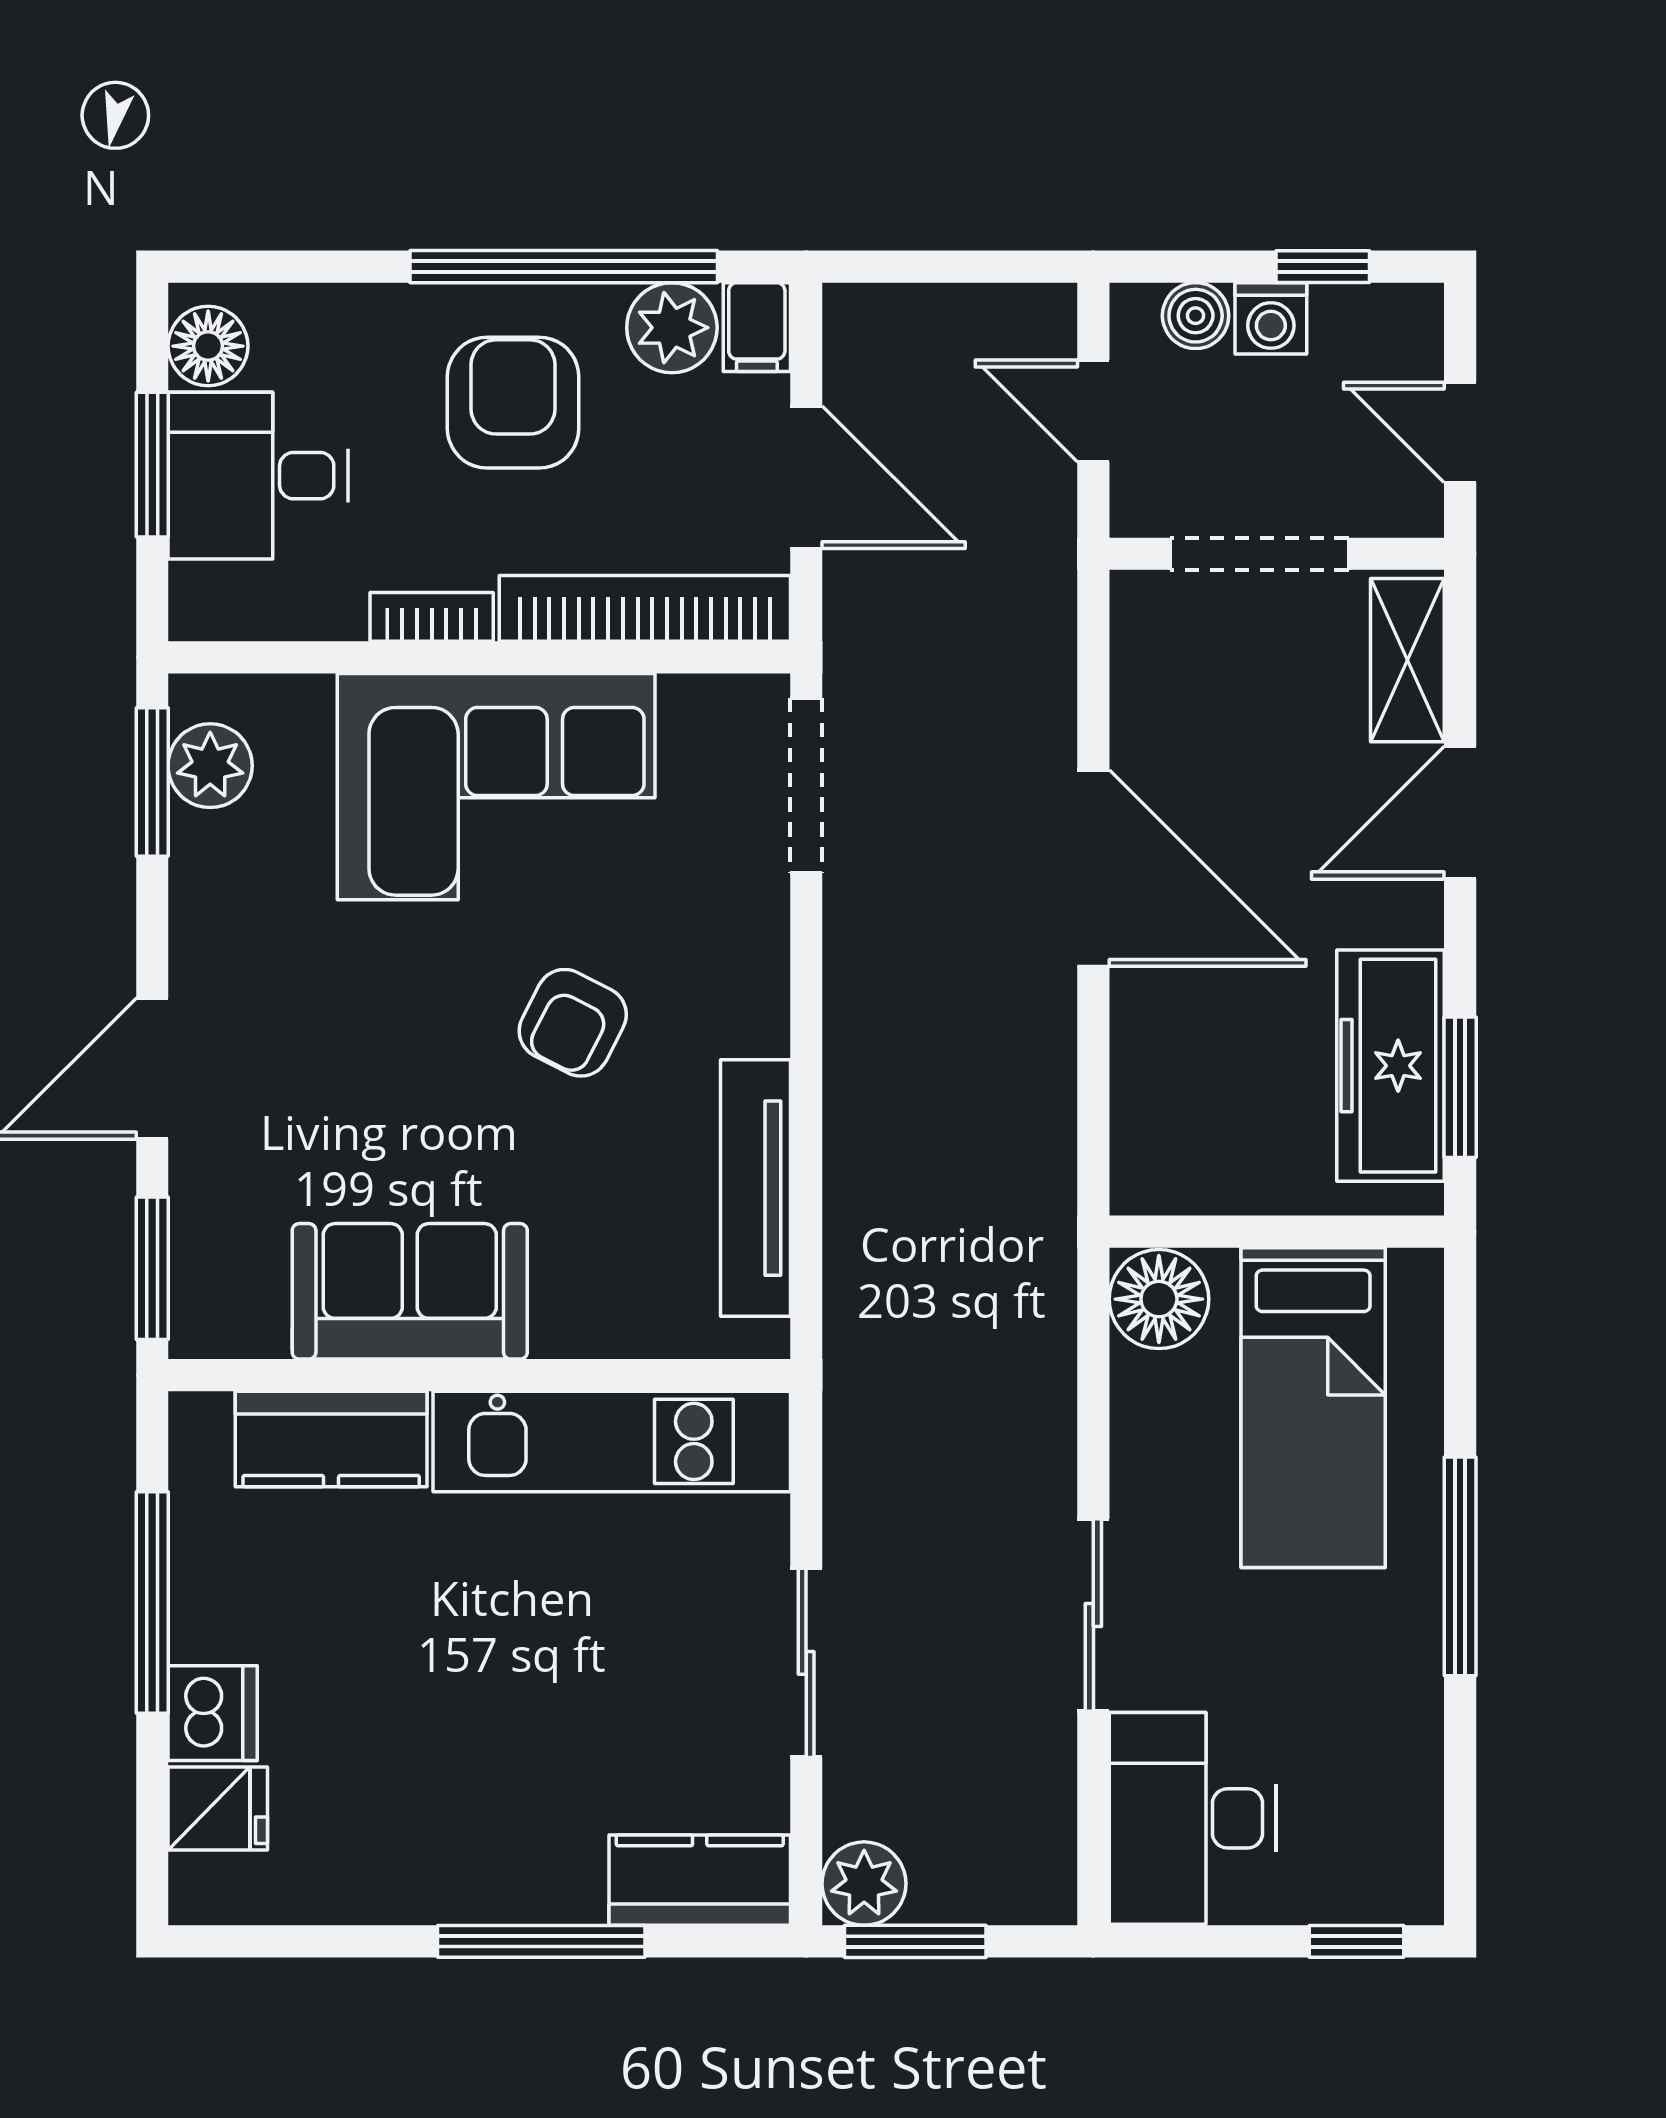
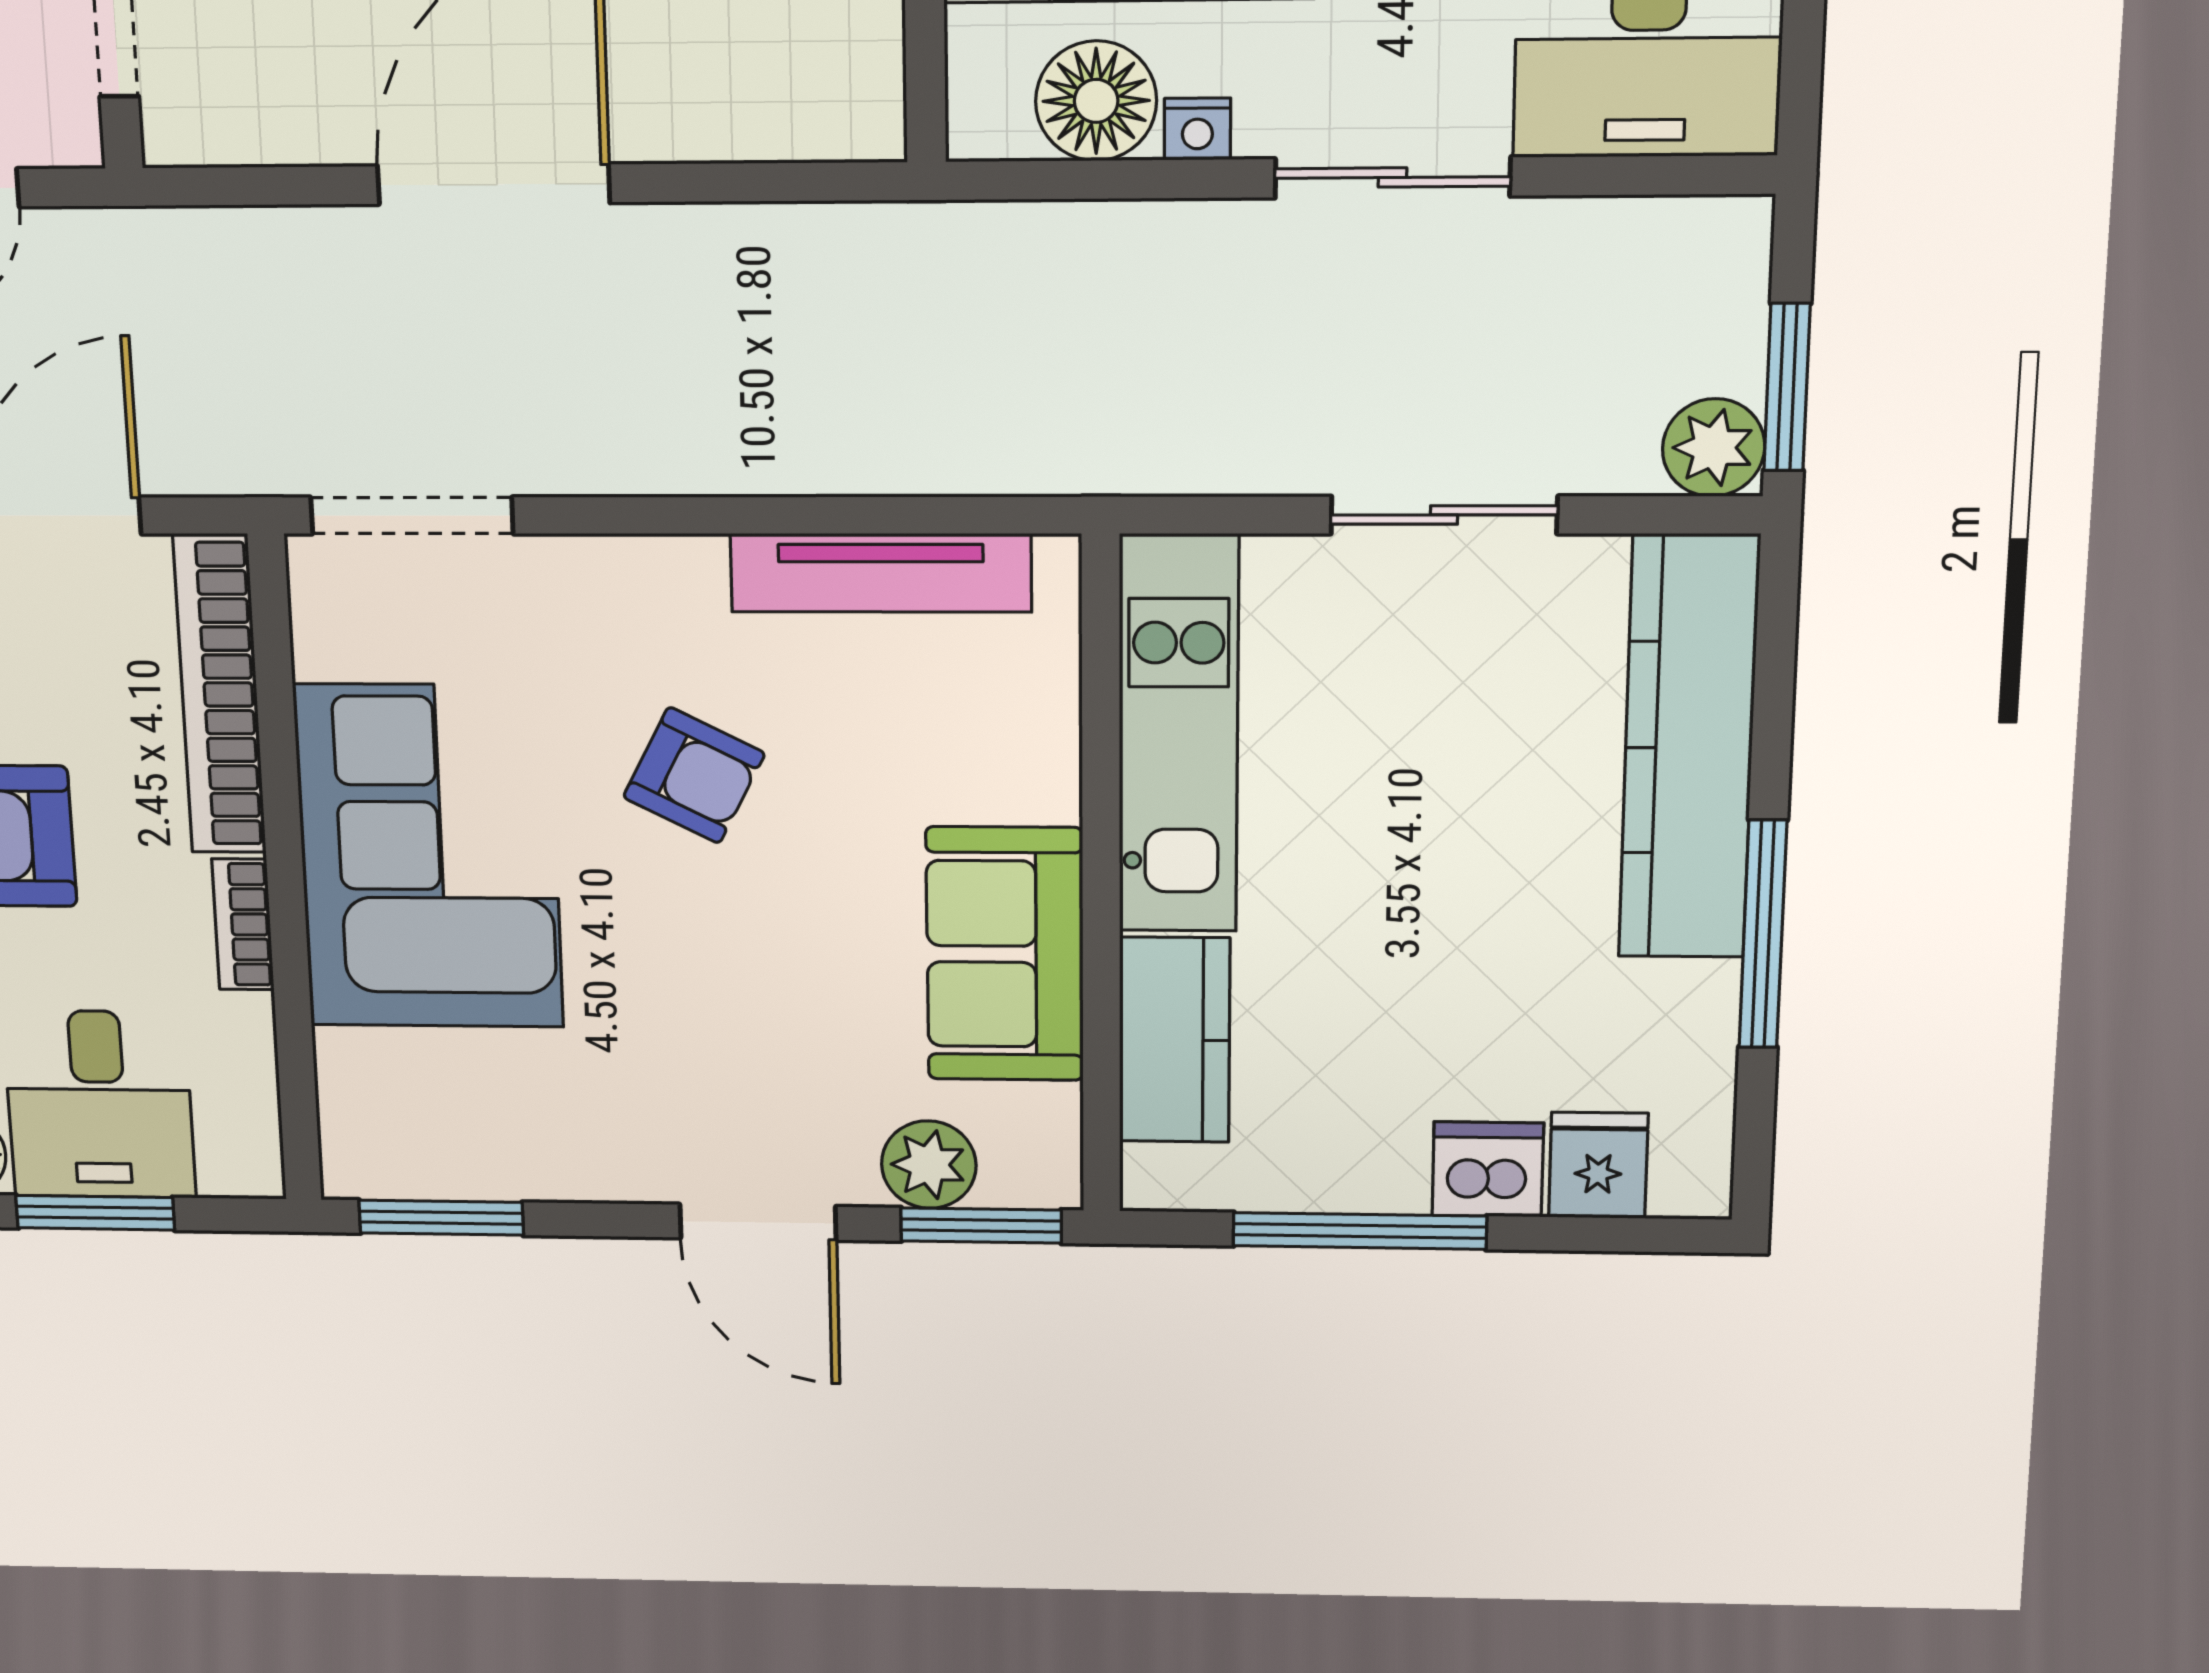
plant: (210, 766) -> (929, 1165), moved
floor lamp: (1159, 1299) -> (1096, 101), moved
nightstand: (1135, 1455) -> (1197, 129), added
kitchen counter: (700, 1880) -> (1689, 748), width x2.08, depth x1.17
window: (541, 1941) -> (1763, 934), moved

